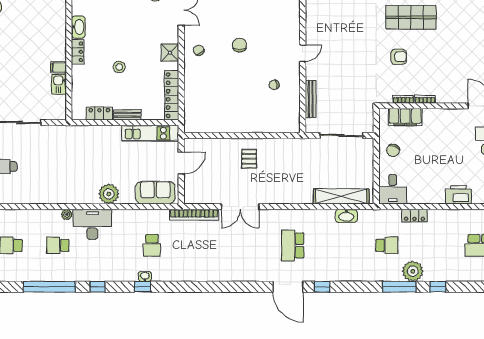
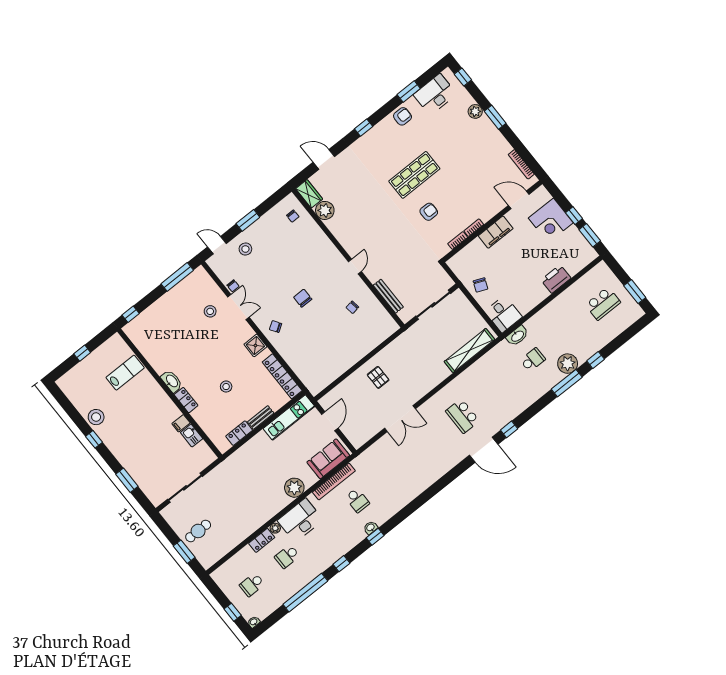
filing cabinet: (405, 117) -> (496, 232), moved
bookcase: (194, 215) -> (334, 481), moved
washbasin: (346, 216) -> (517, 336), moved
locker: (414, 216) -> (262, 540), moved

